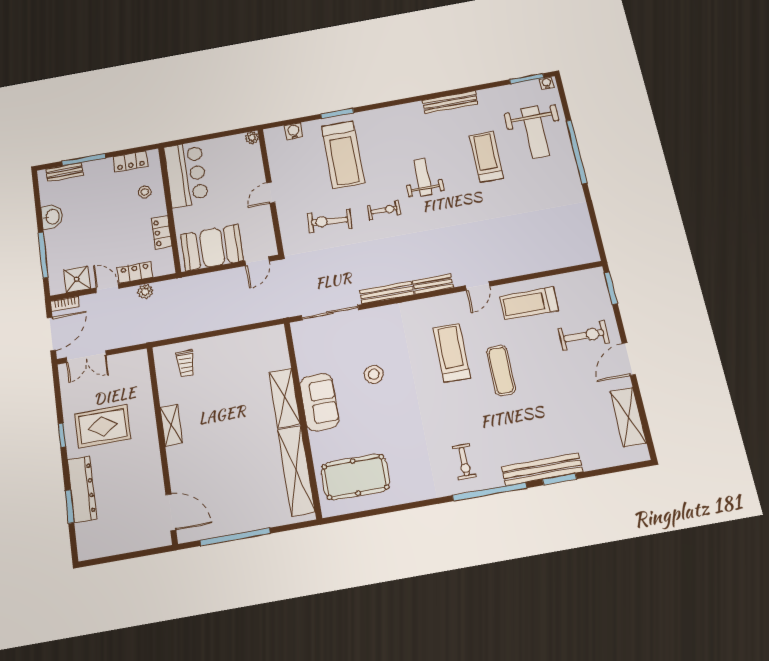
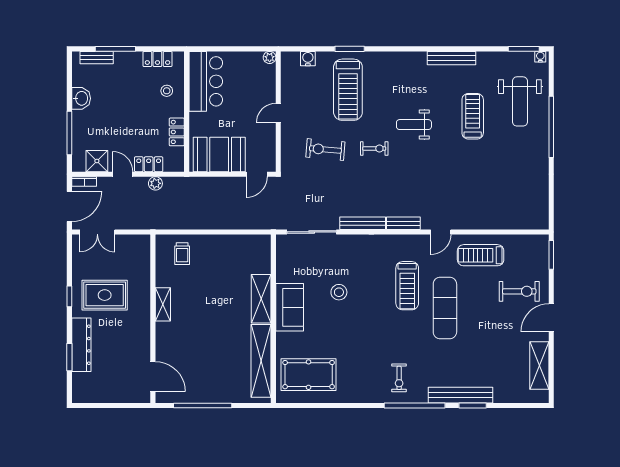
weight bench: (423, 177) -> (414, 125), turned -90
treadmill: (452, 353) -> (407, 286), turned 180
exercise mat: (501, 370) -> (445, 308), width x1.36, depth x1.45

